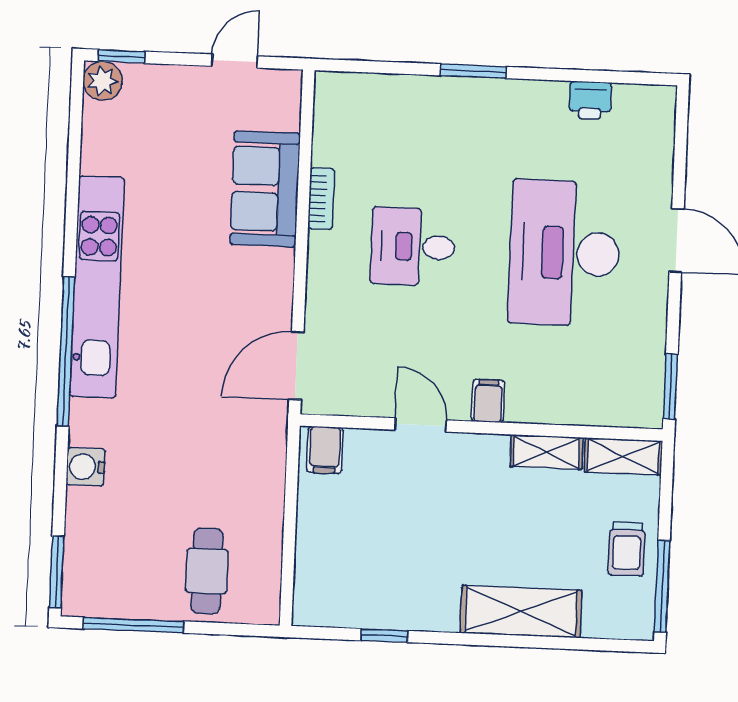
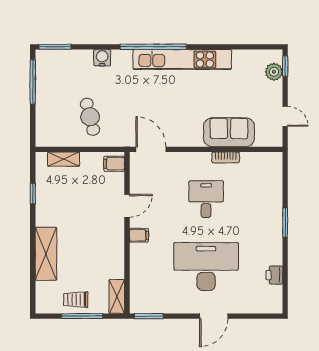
plant: (103, 81) -> (274, 72), moved
shelving: (546, 452) -> (64, 159), moved, turned 90
cafe table: (207, 571) -> (90, 117), moved, turned 76
window: (662, 586) -> (82, 316), moved

